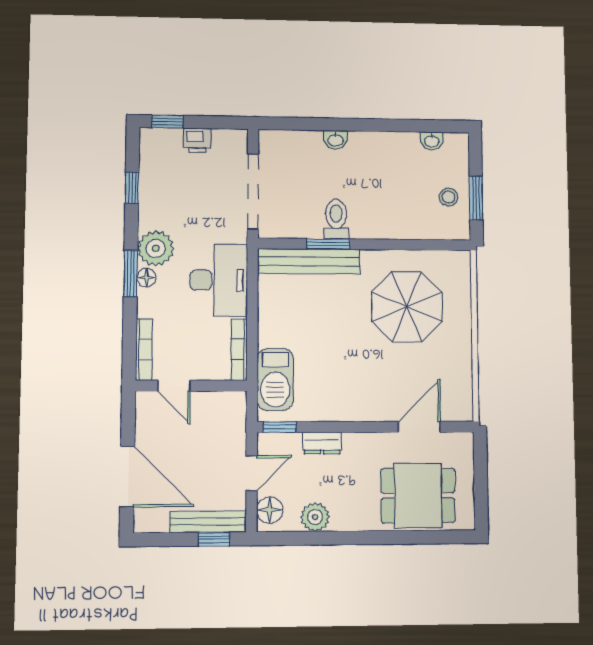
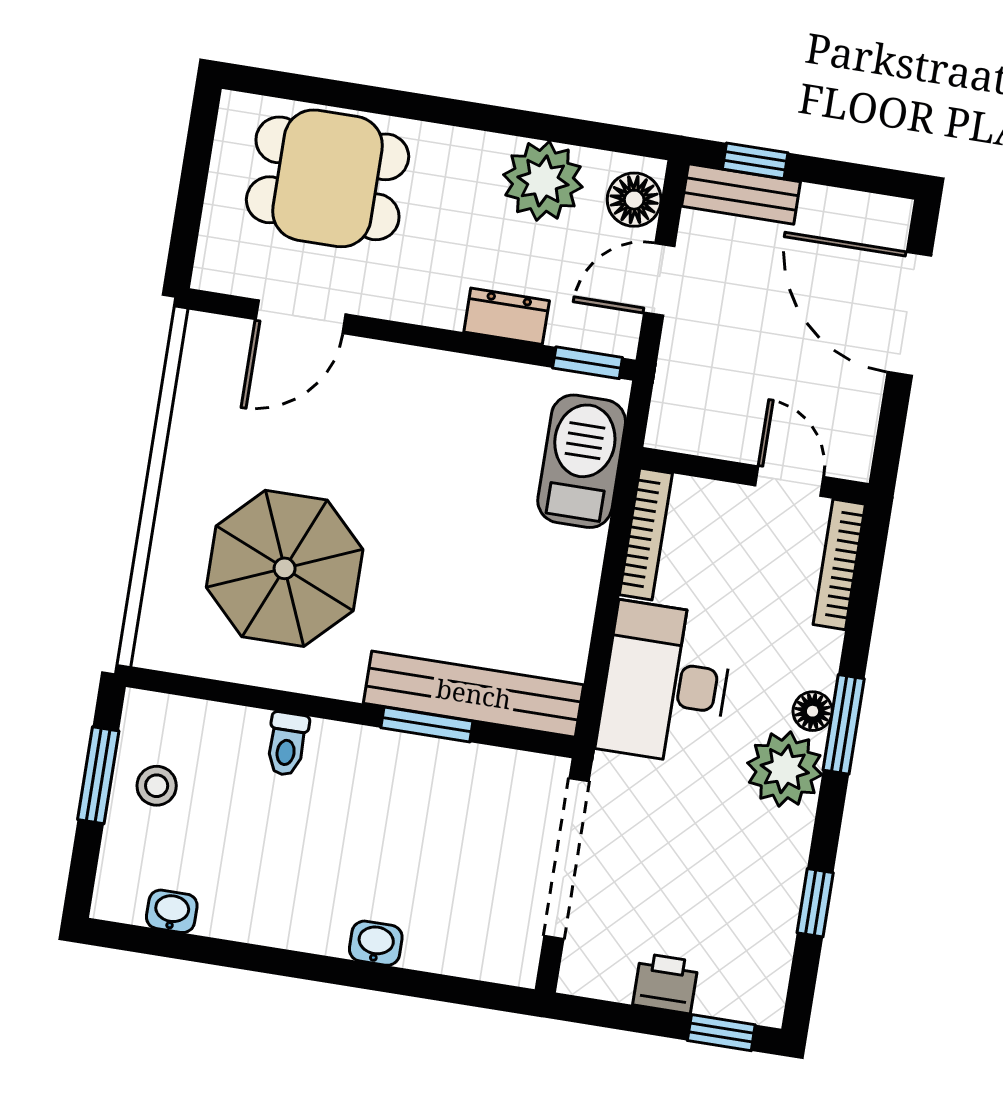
toilet: (336, 219) -> (287, 744), moved, width x0.73, depth x0.72
plant: (315, 517) -> (543, 181), width x1.36, depth x1.36
bench: (208, 522) -> (741, 194), width x0.73

